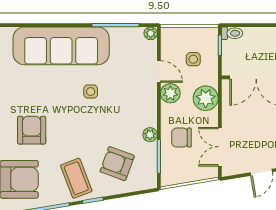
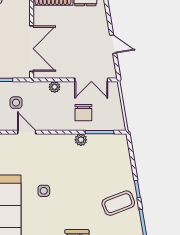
door: (159, 72) -> (27, 132), hinge flipped
plant: (170, 93) -> (45, 122), removed
plant: (206, 98) -> (55, 87), width x0.53, depth x0.53
armchair: (117, 164) -> (106, 168), removed

